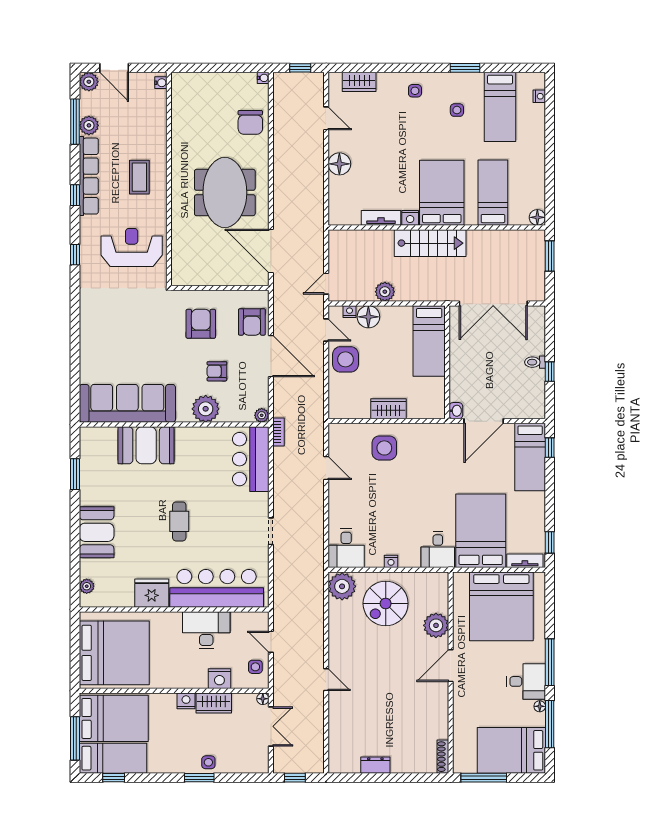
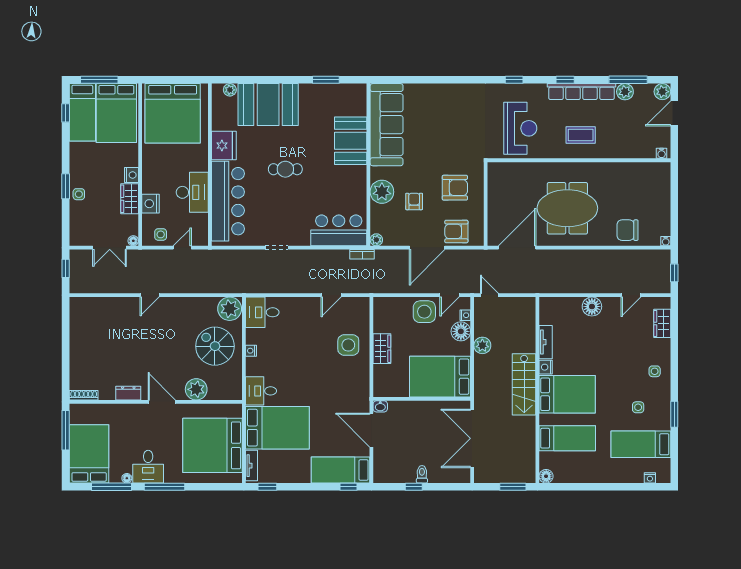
bed: (429, 341) -> (440, 377), width x1.50
booth: (97, 532) -> (268, 105), width x1.36, depth x1.42
dresser: (375, 765) -> (128, 393), moved, turned -90

